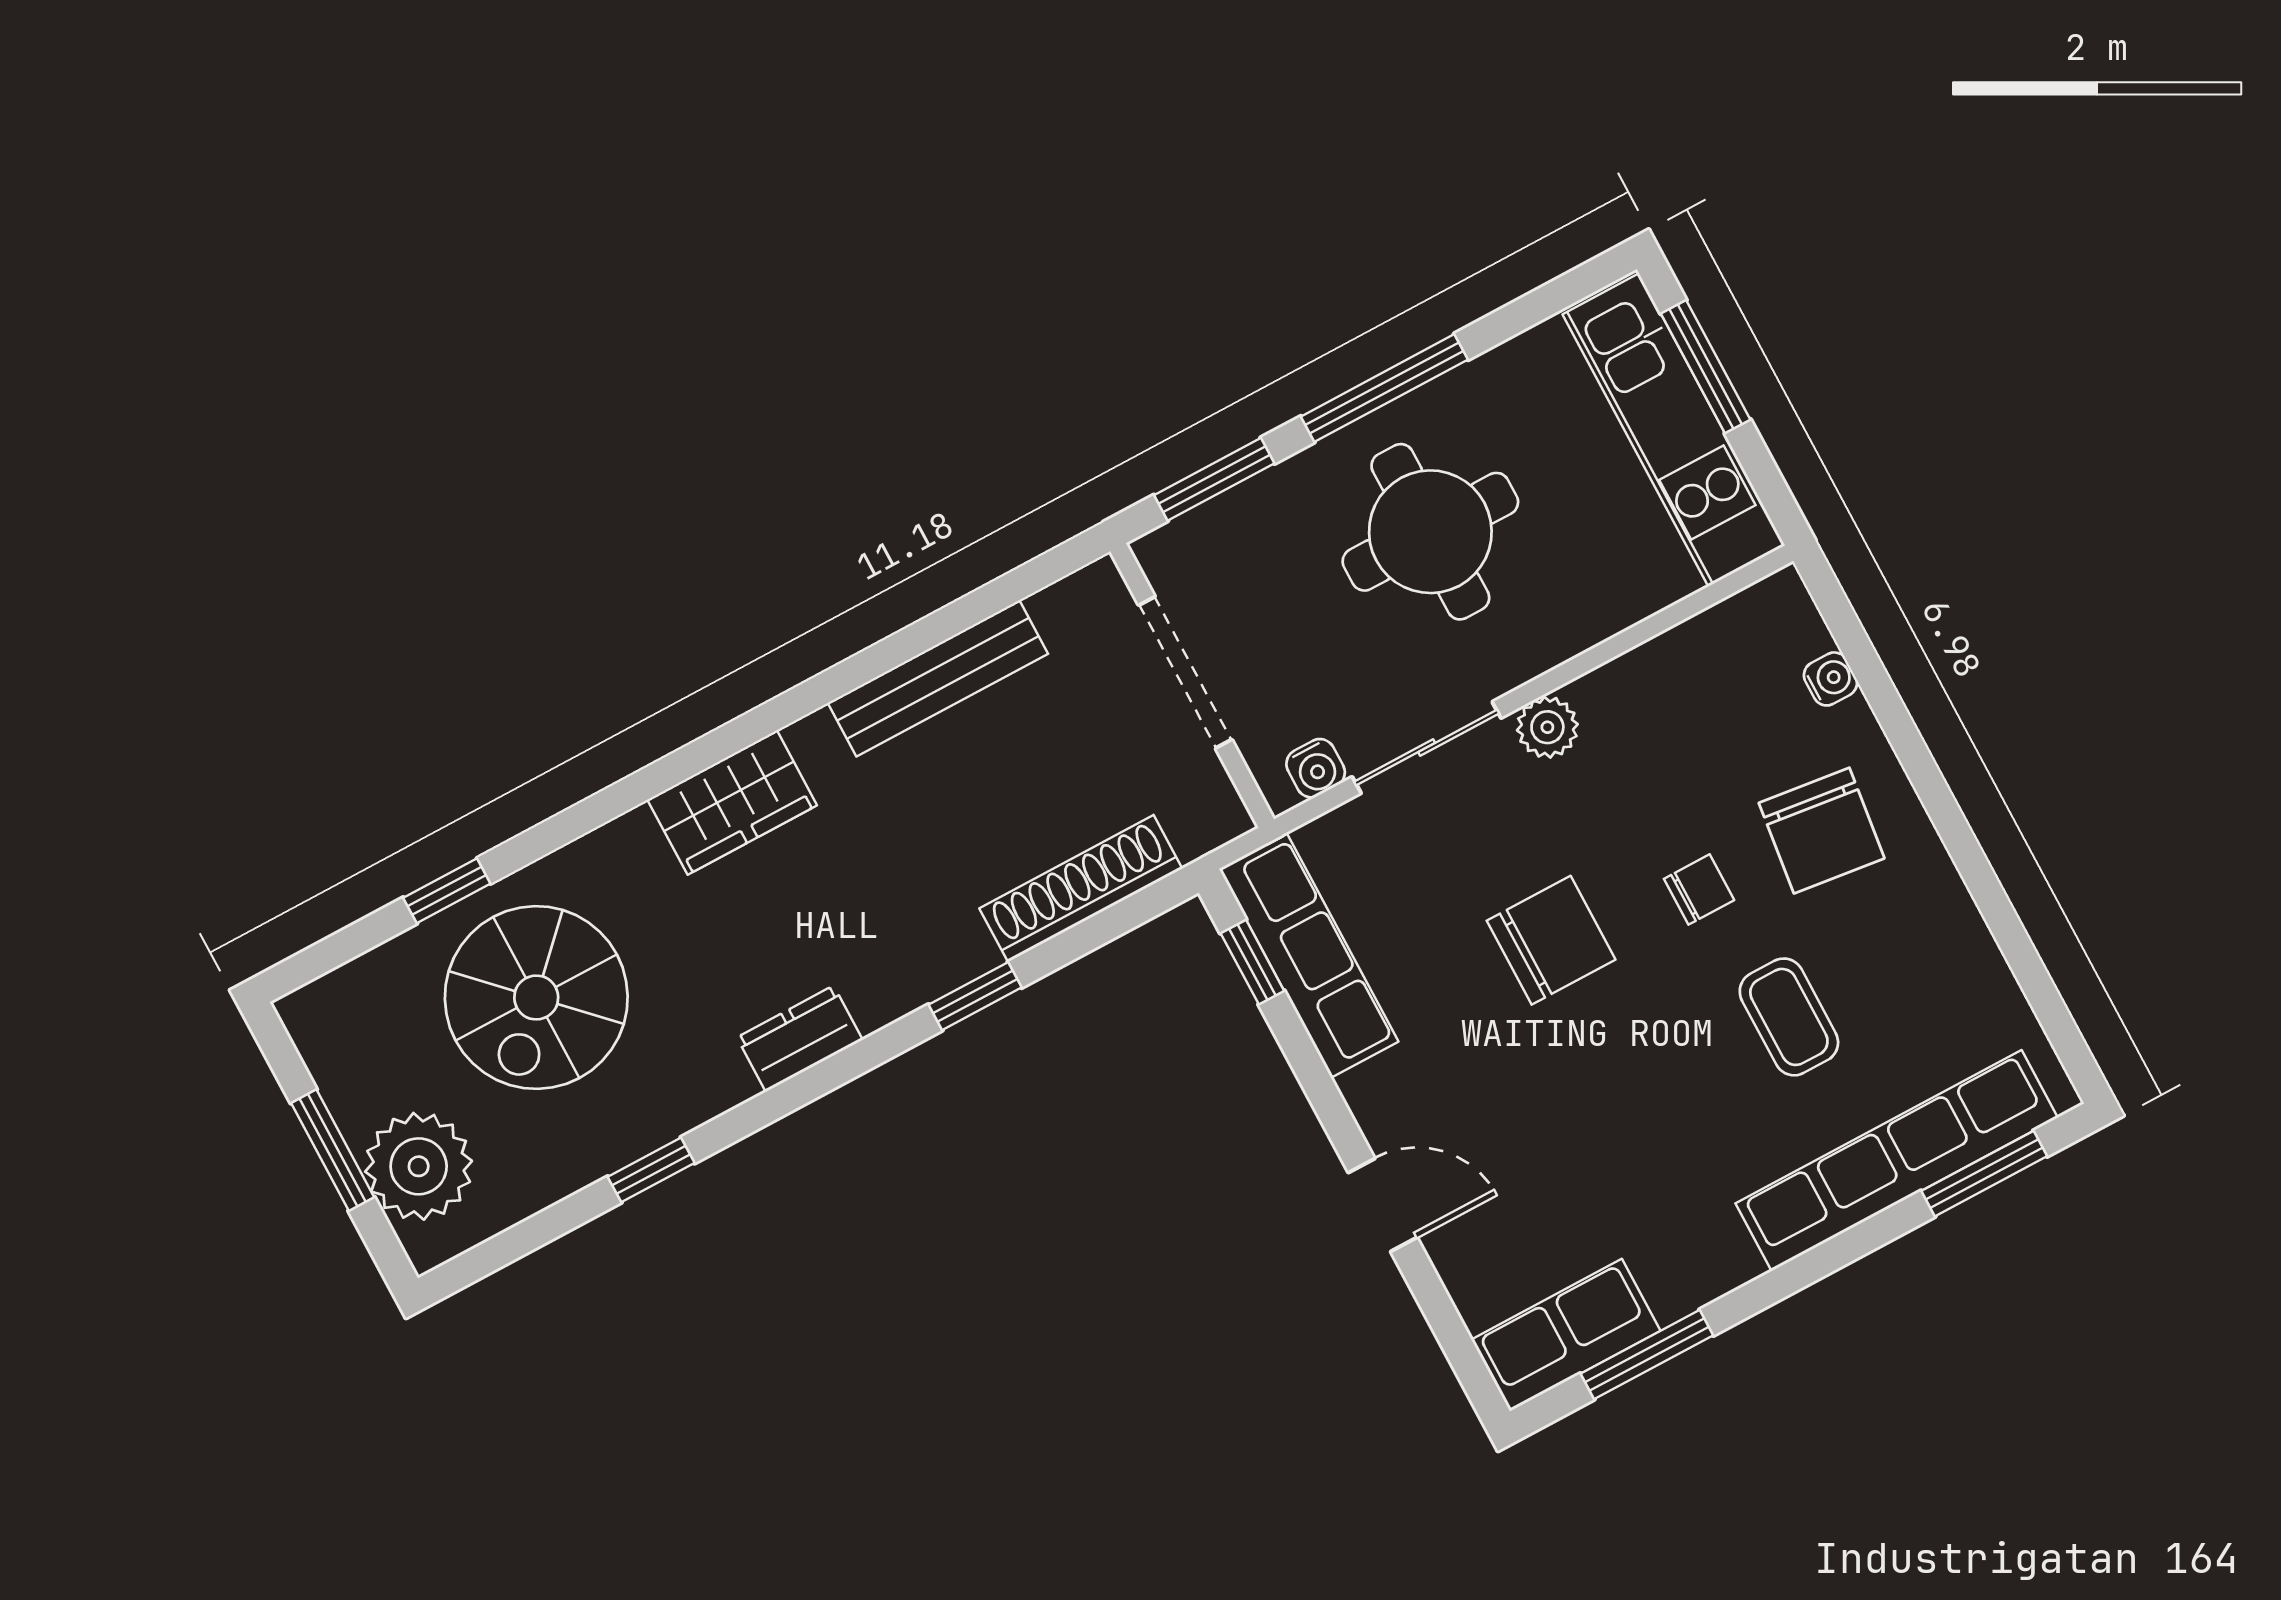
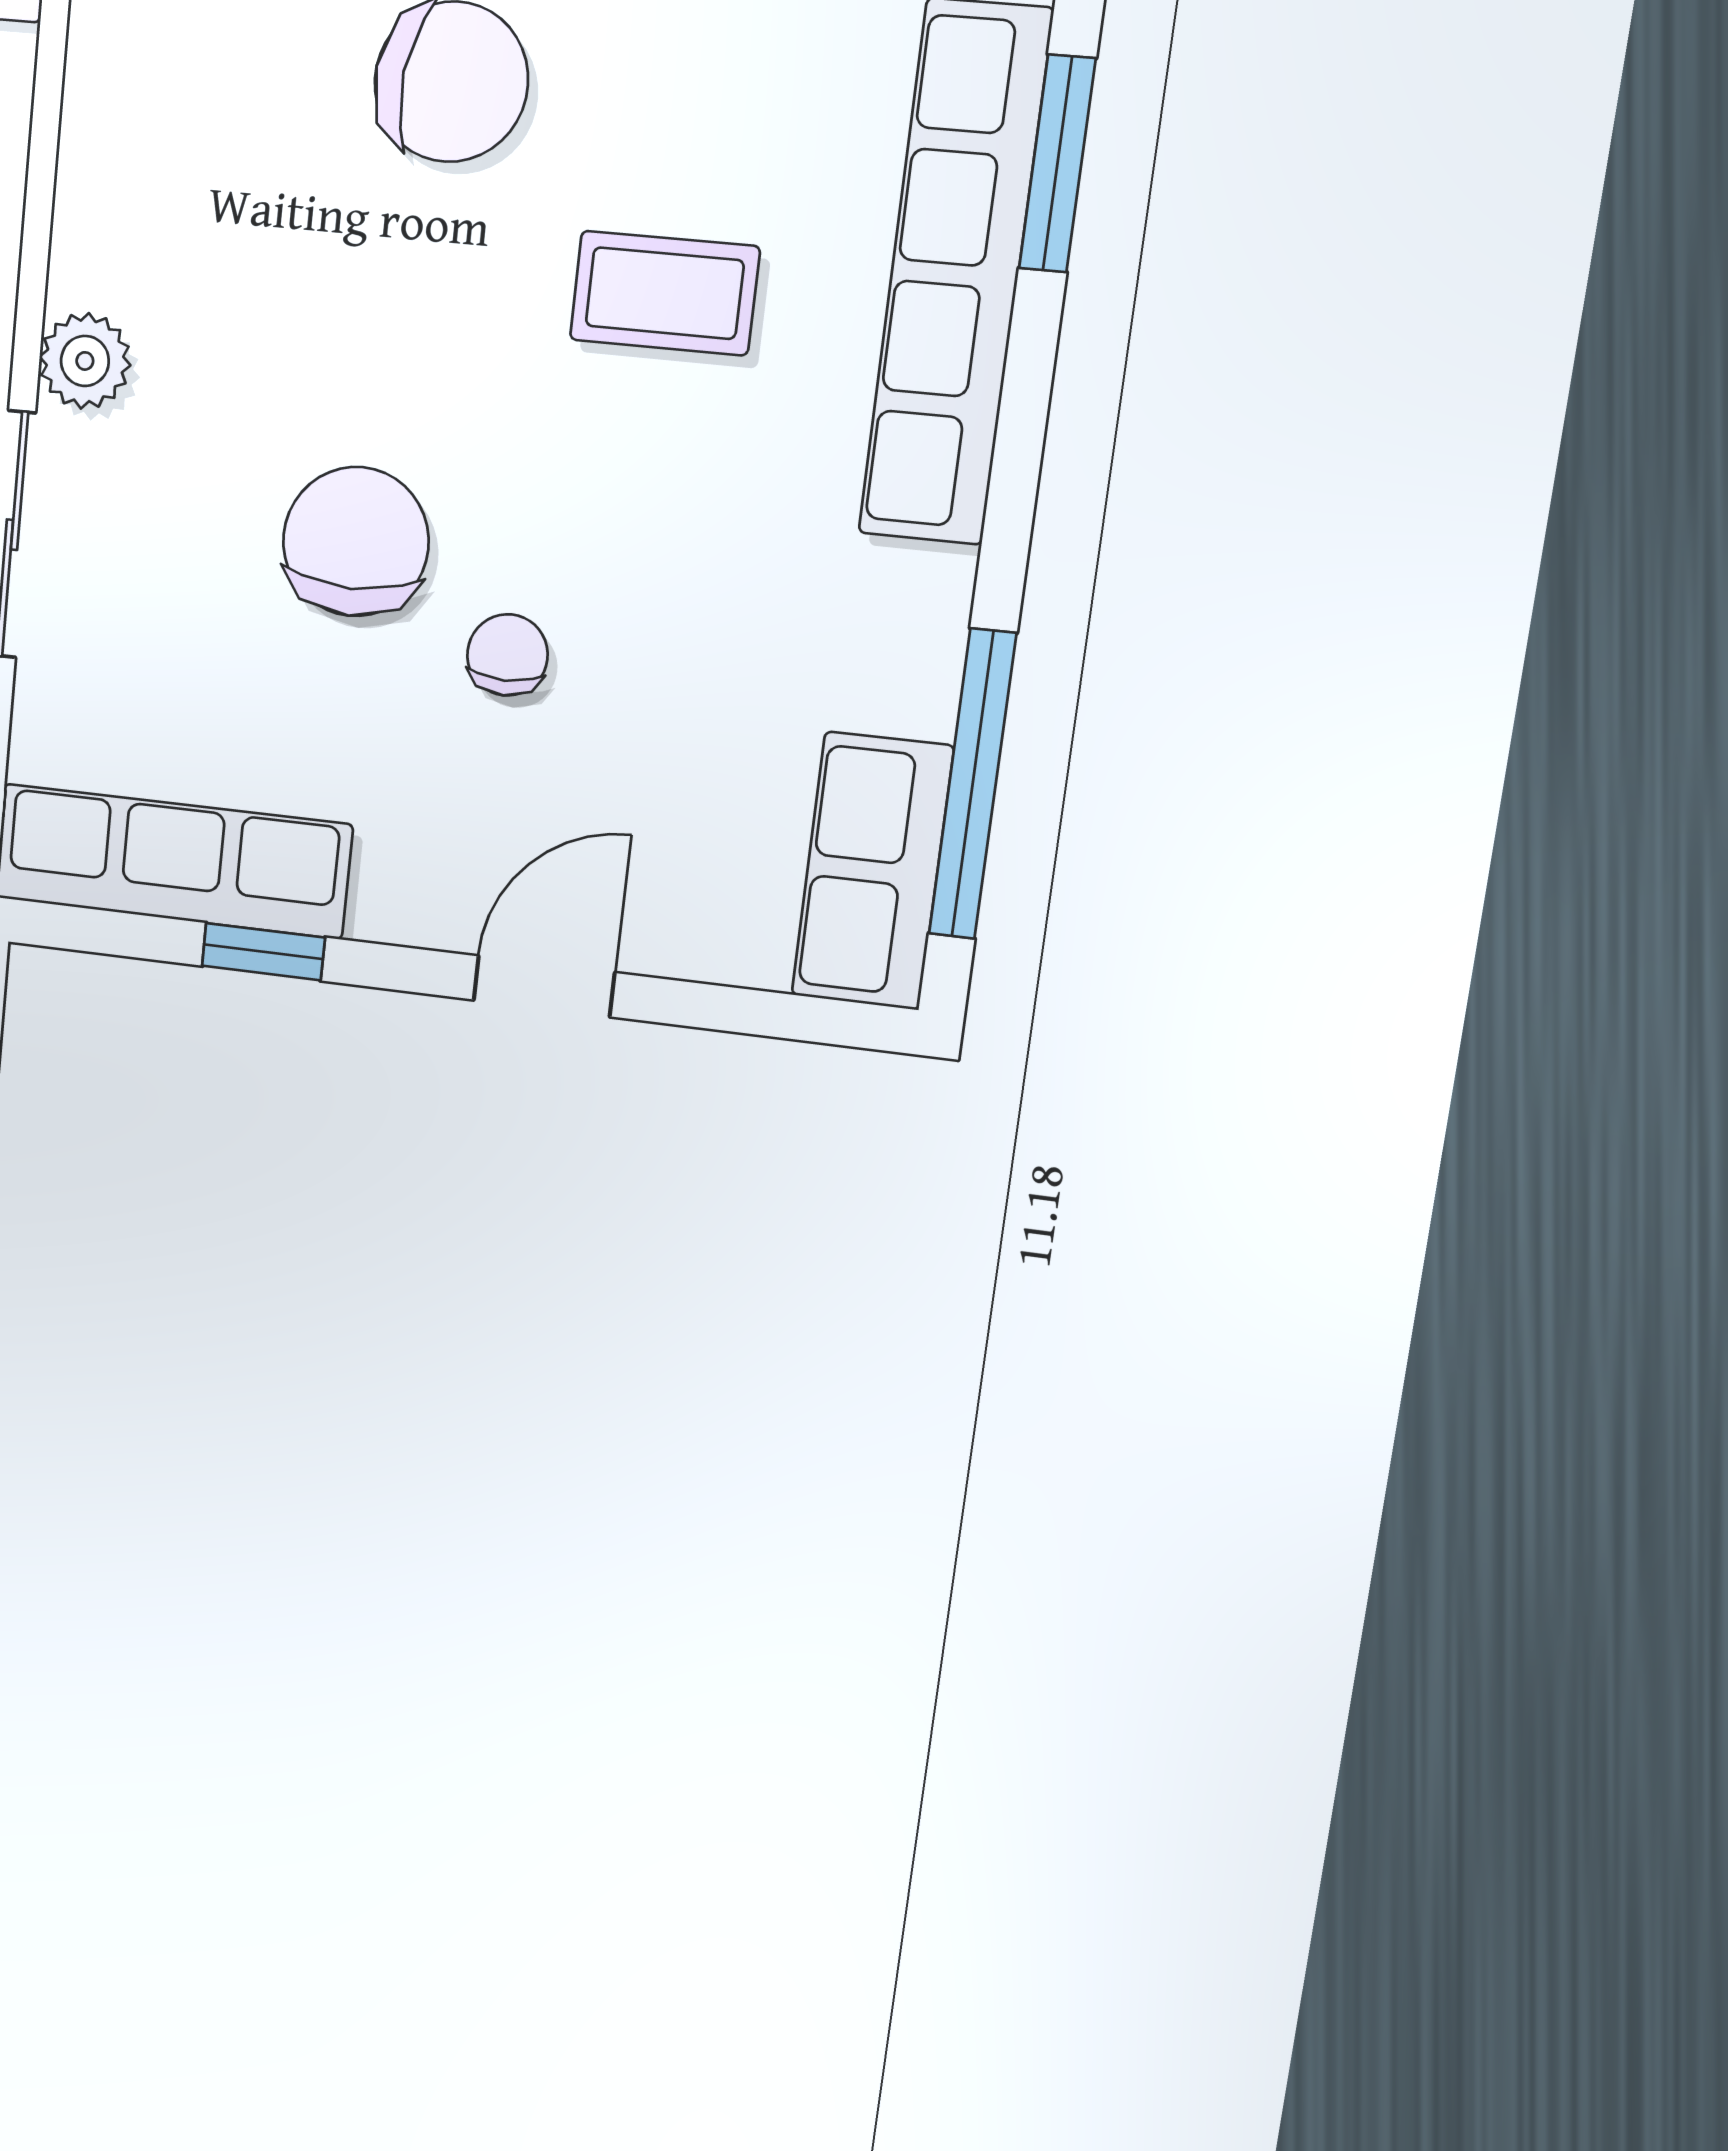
chair: (1699, 889) -> (507, 655), moved
window: (1252, 962) -> (263, 952), moved
window: (1647, 1354) -> (973, 784), width x1.44

